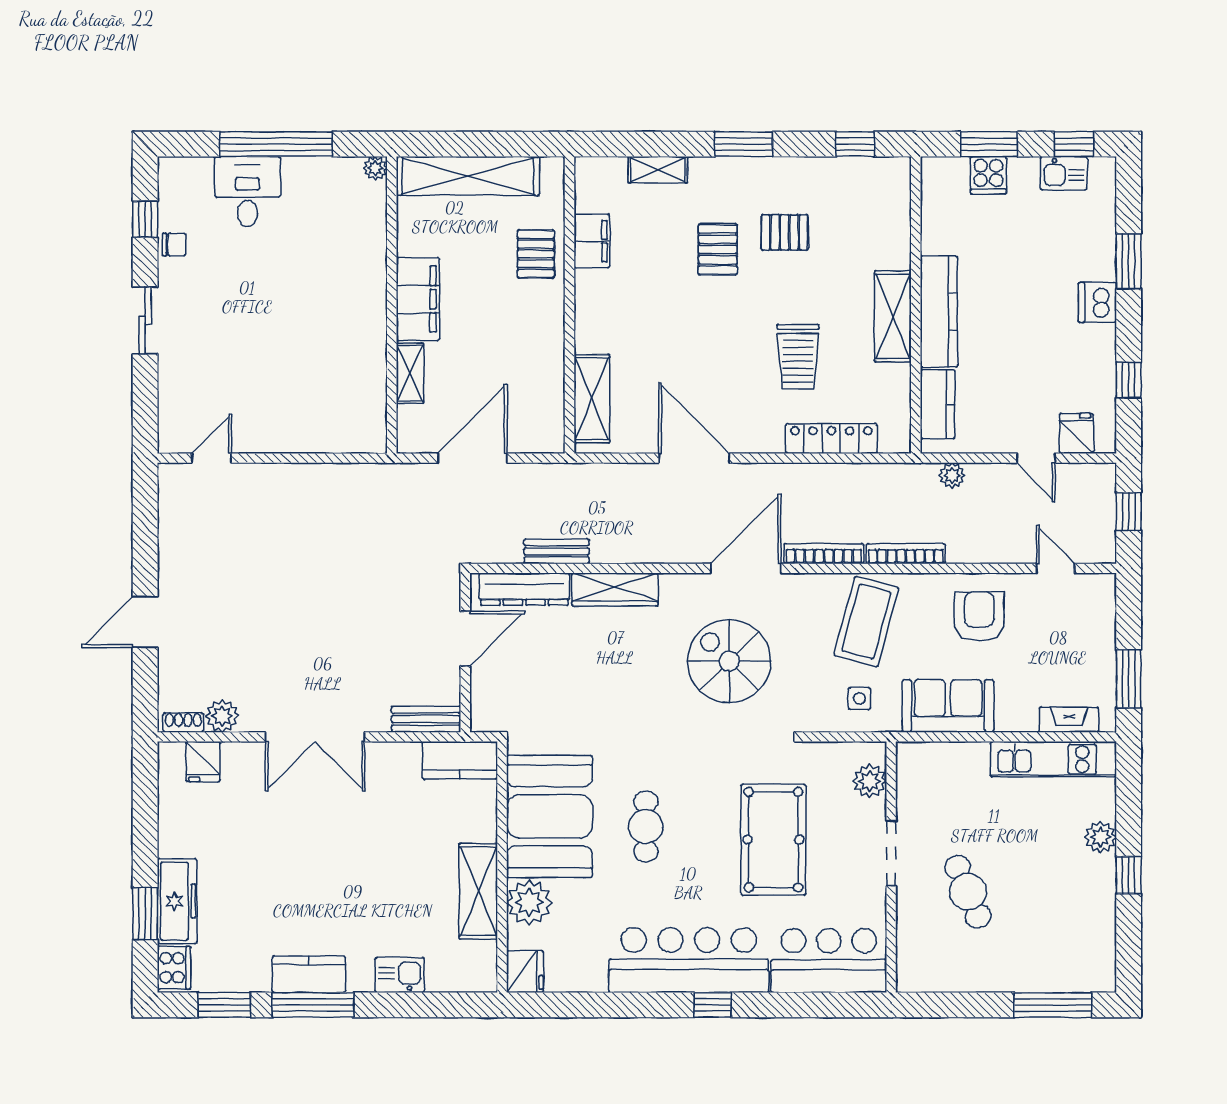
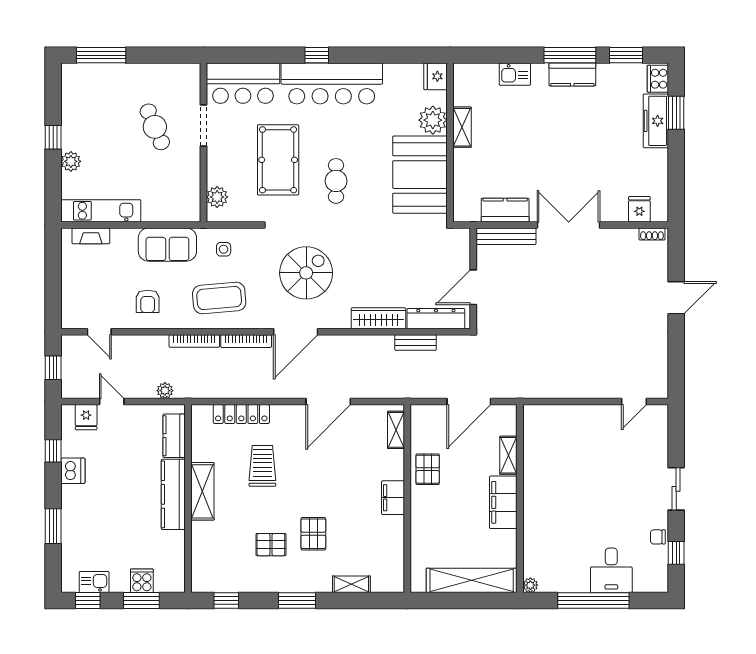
filing cabinet: (592, 241) -> (393, 498), moved
pallet: (536, 254) -> (428, 469), moved
dishwasher: (1097, 302) -> (73, 471), moved
shelving: (592, 399) -> (396, 430), width x0.67, depth x0.75
door: (694, 458) -> (328, 402), hinge flipped
armchair: (979, 616) -> (148, 301), width x0.72, depth x0.72
coffee table: (866, 622) -> (219, 298), turned 70
spiral stairs: (729, 661) -> (306, 273), turned -90
window: (1129, 679) -> (53, 262), removed
plant: (222, 716) -> (627, 238), removed
bench: (426, 719) -> (506, 236), width x1.36
kitchen counter: (460, 760) -> (505, 210), moved
cafe table: (646, 826) -> (336, 181), moved
doorway: (891, 853) -> (203, 126), moved
shelving: (478, 891) -> (462, 127), width x0.67, depth x0.75

